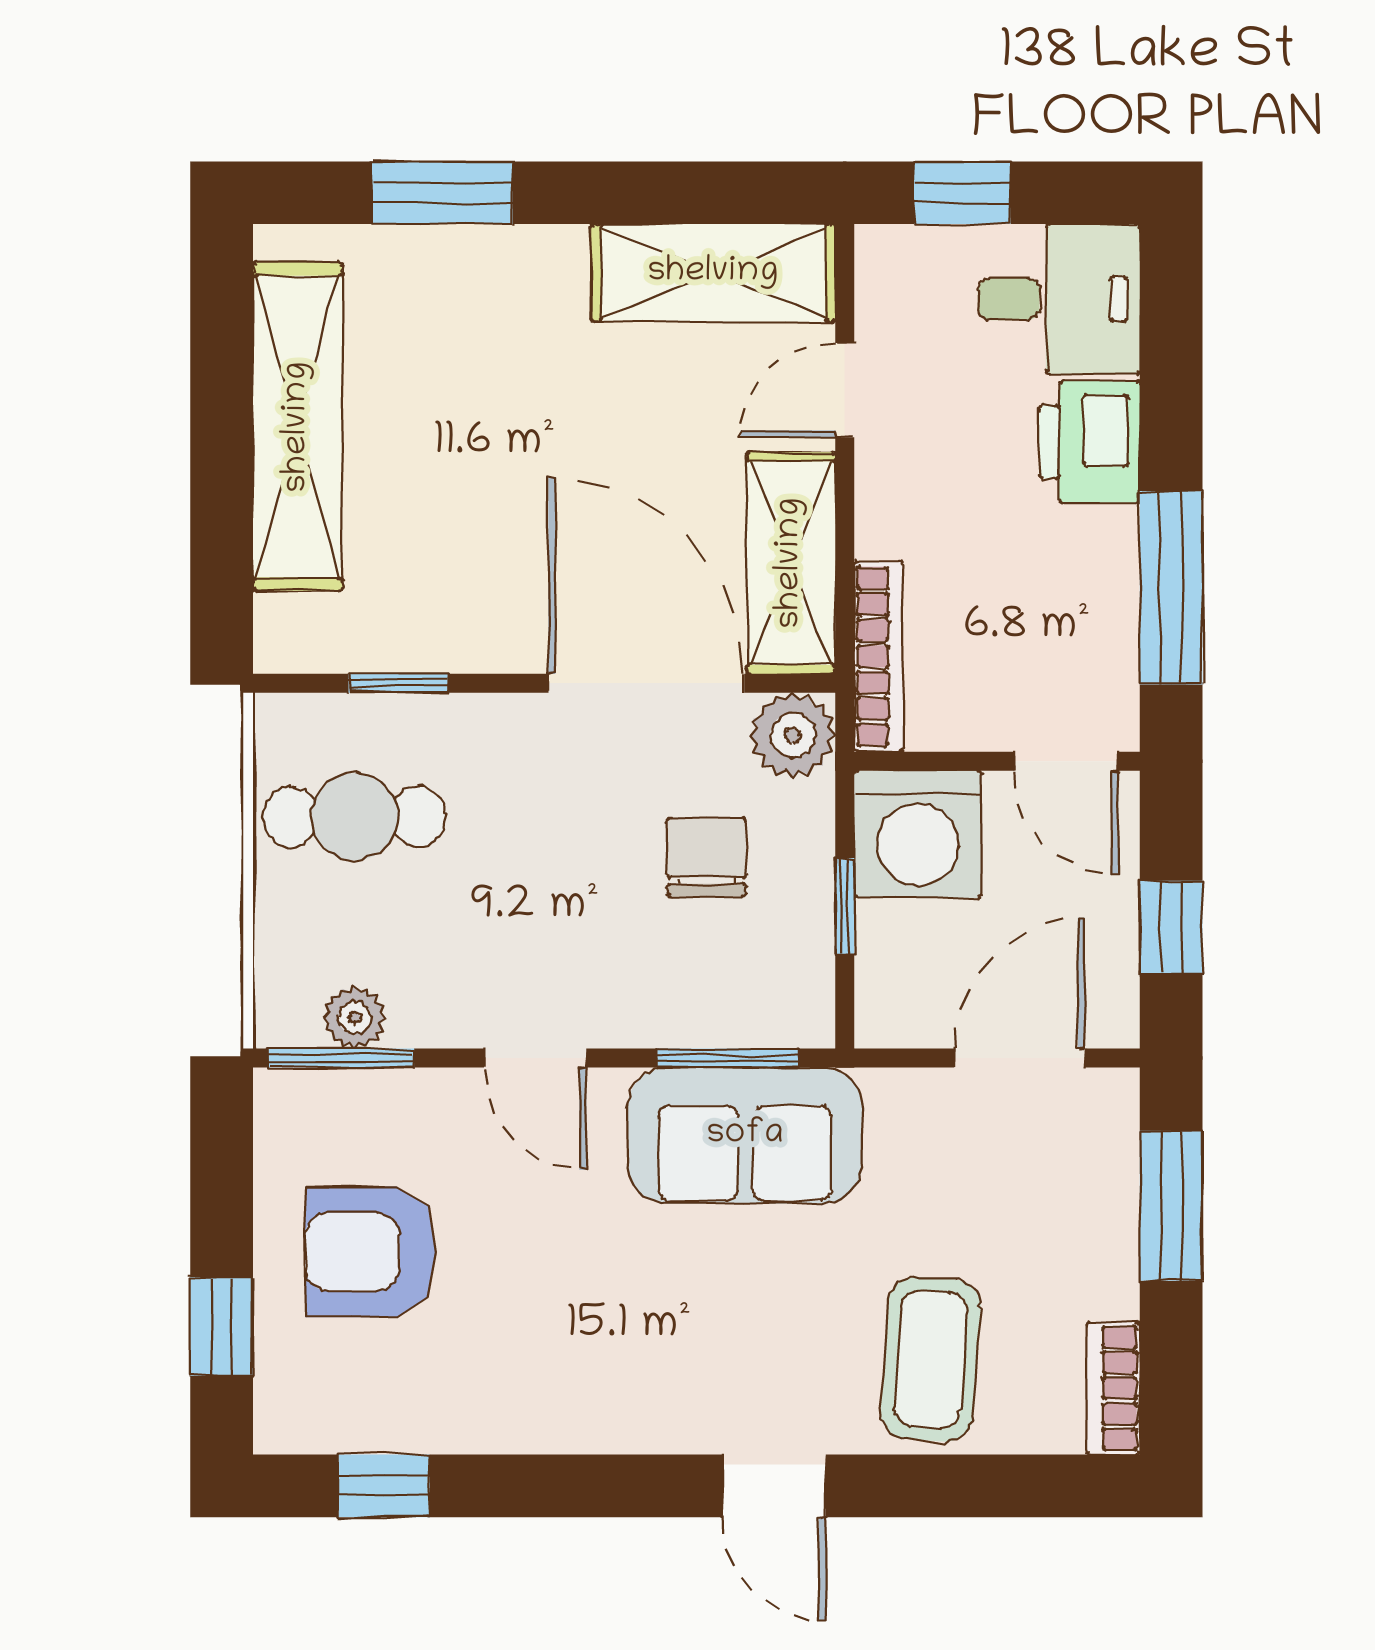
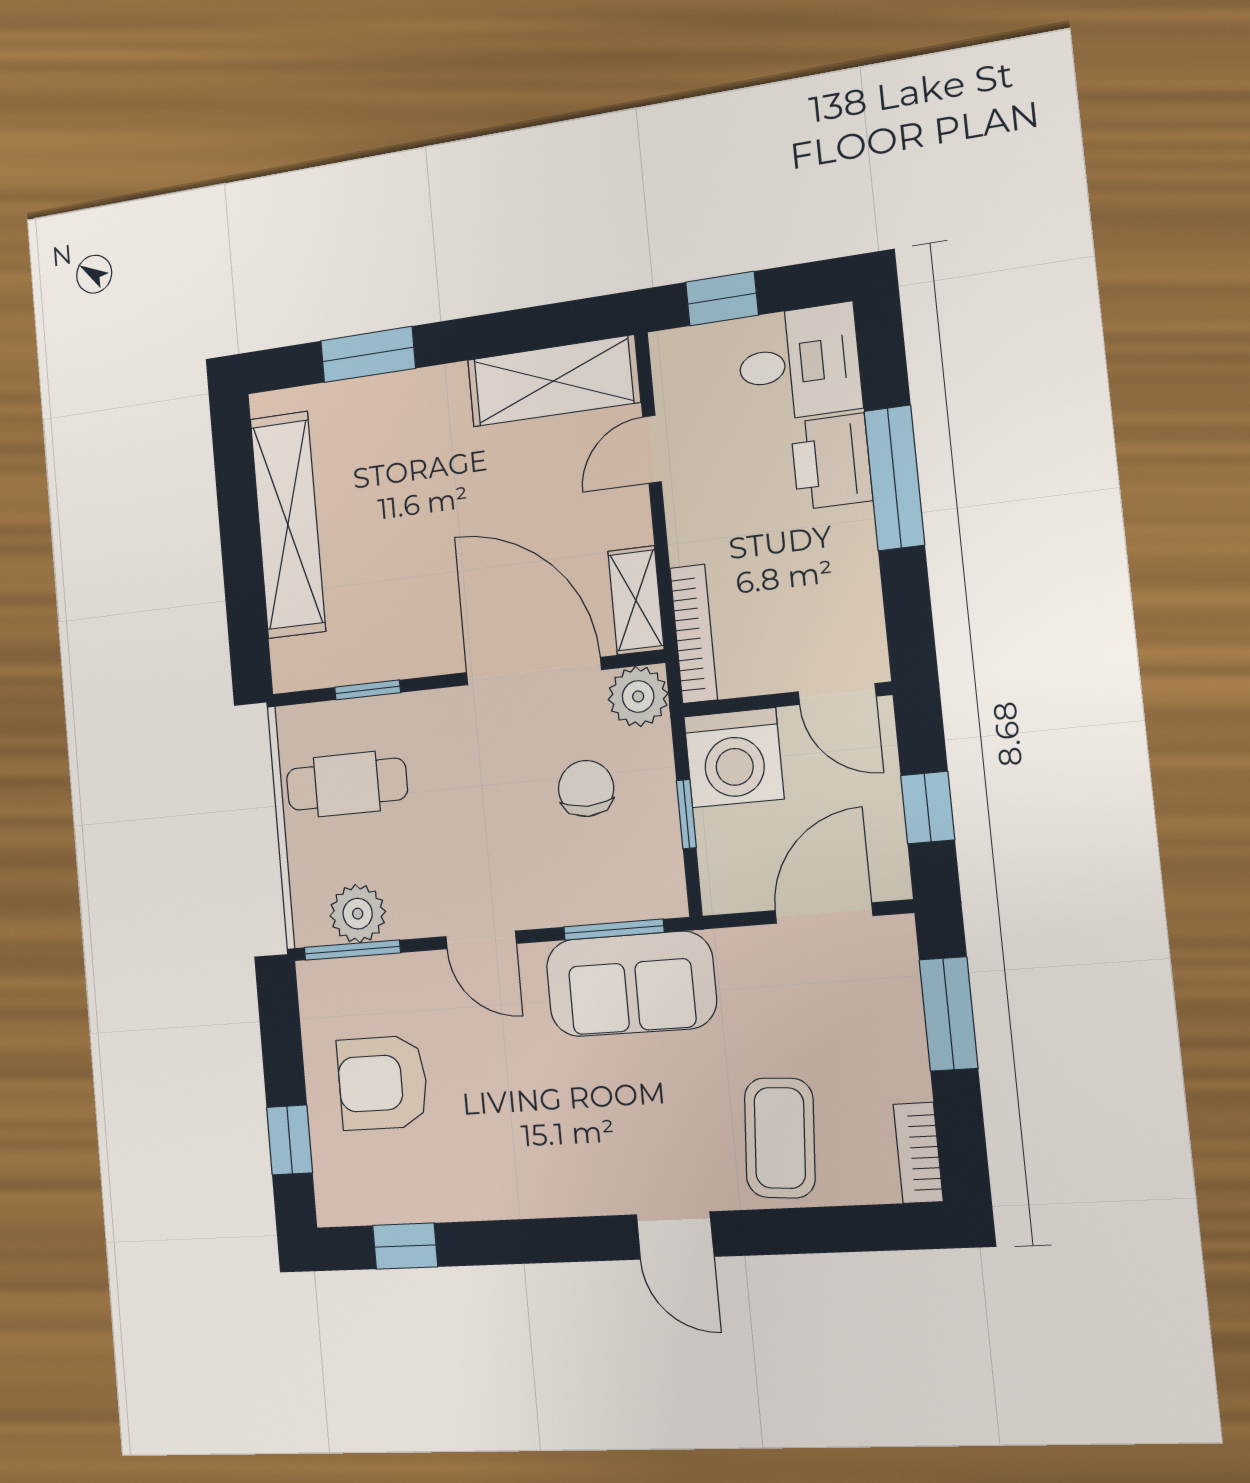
shelving: (791, 563) -> (636, 600), width x0.67, depth x0.75
window: (1171, 588) -> (894, 478), moved
plant: (354, 1018) -> (358, 914), width x1.38, depth x1.38

